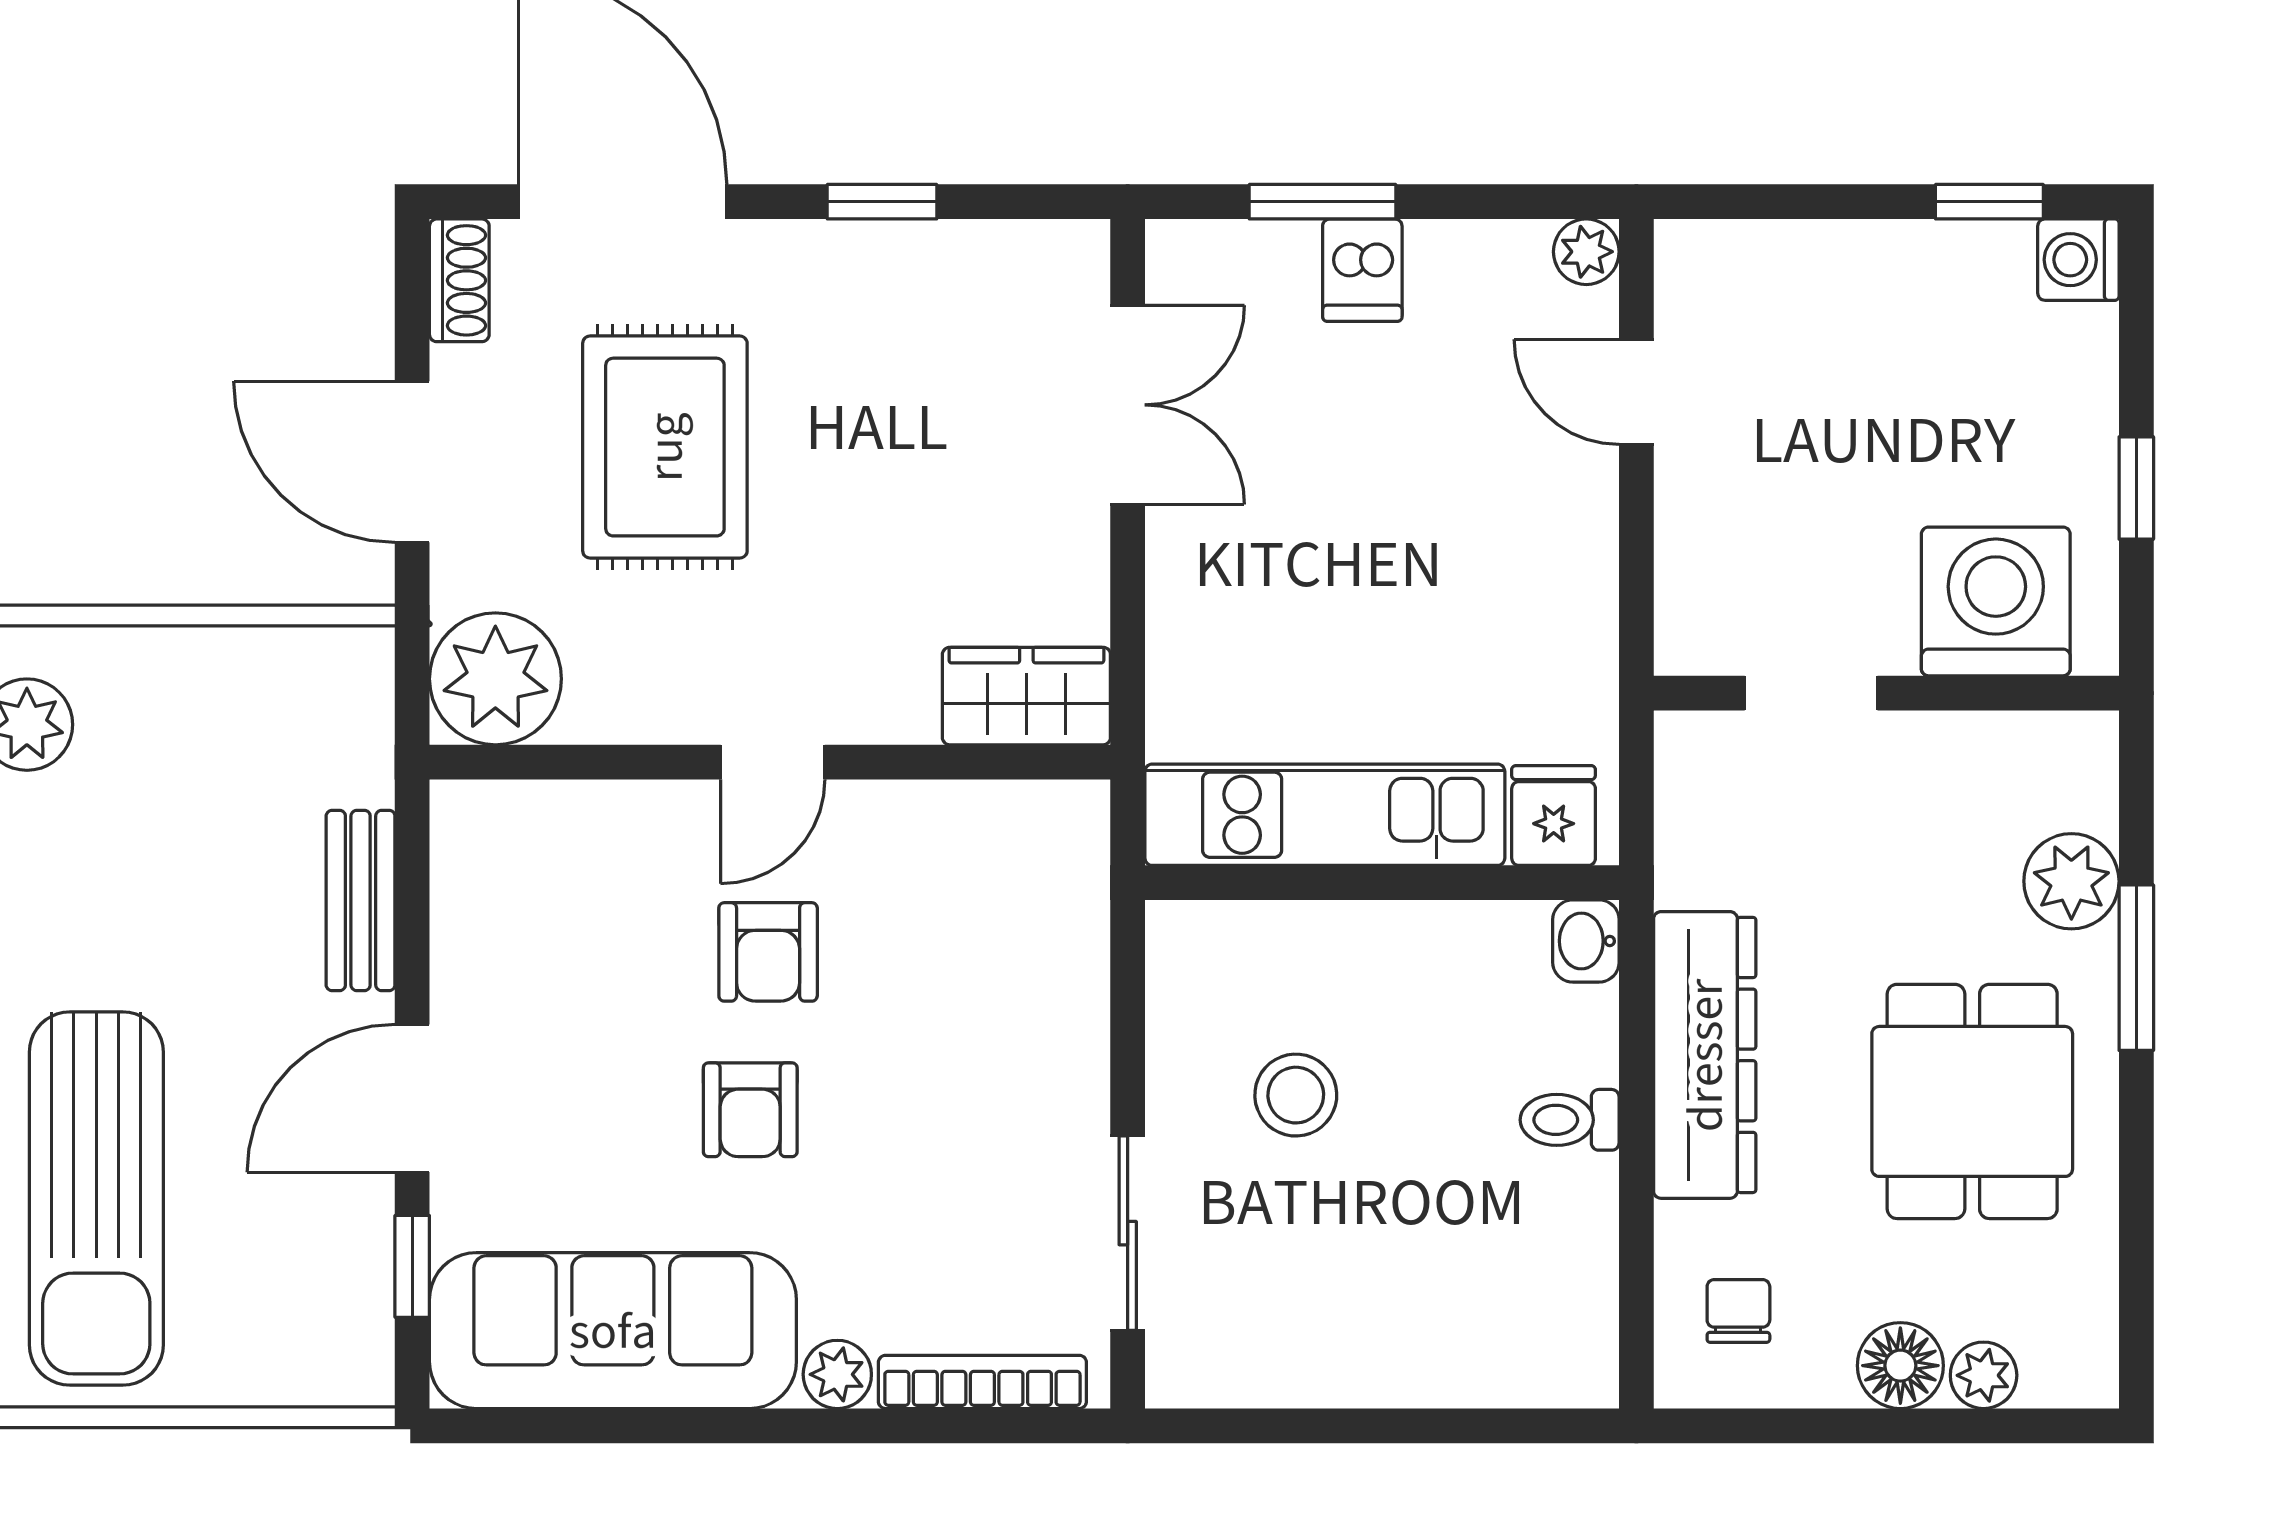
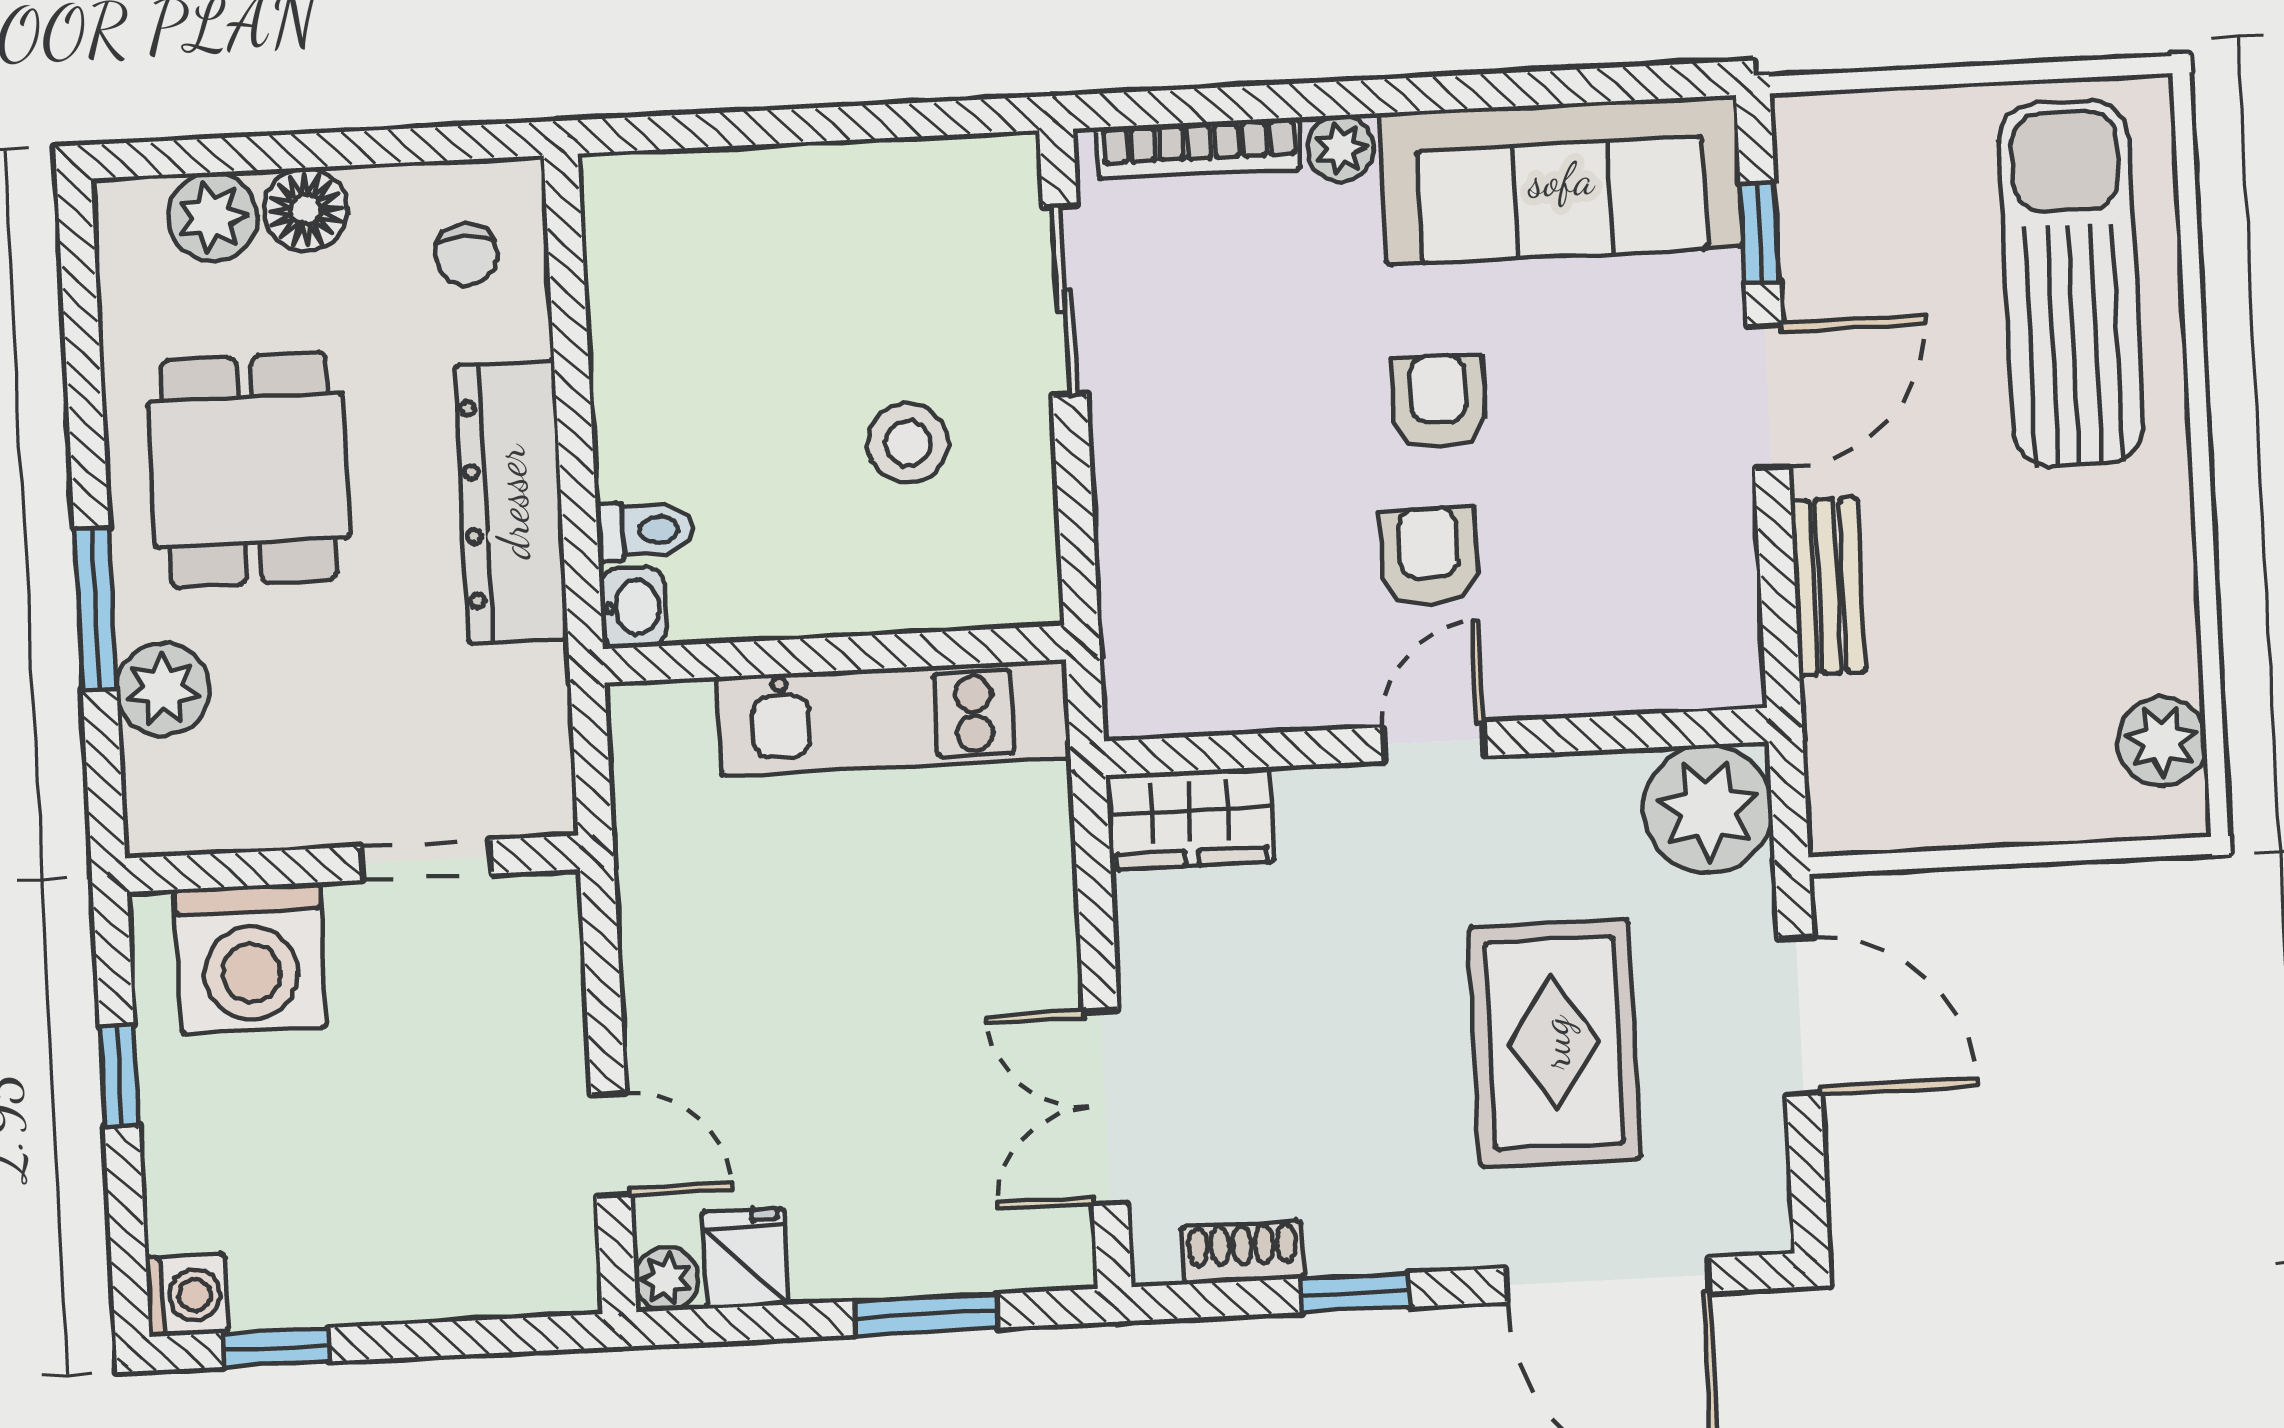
dishwasher: (1362, 270) -> (884, 1250), removed
shoe rack: (459, 280) -> (1242, 1252), moved, turned 90
fridge: (1554, 816) -> (745, 1258), moved, turned 180
toilet: (1570, 1120) -> (645, 530), moved
plant: (1984, 1375) -> (213, 217), width x1.38, depth x1.38

